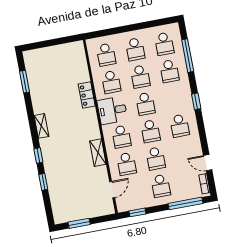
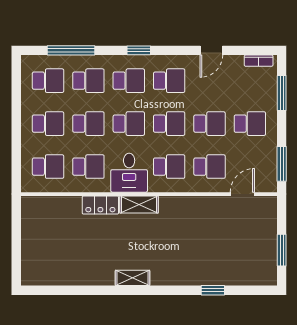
window: (25, 82) -> (65, 290), removed
school desk: (174, 98) -> (129, 81), added
shelving: (98, 153) -> (139, 205), moved
window: (38, 155) -> (174, 290), removed
door: (208, 163) -> (211, 50), moved
door: (112, 190) -> (242, 194), hinge flipped
window: (185, 203) -> (282, 93), width x0.69
window: (137, 212) -> (282, 164), width x1.50

